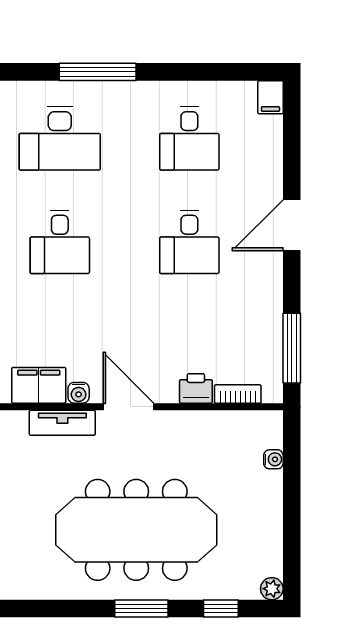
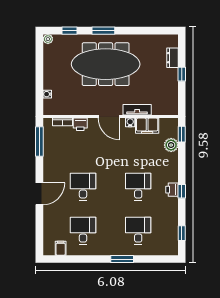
window: (98, 72) -> (122, 259), width x0.69
filing cabinet: (270, 97) -> (61, 248), moved
desk: (60, 138) -> (138, 231), width x0.73

